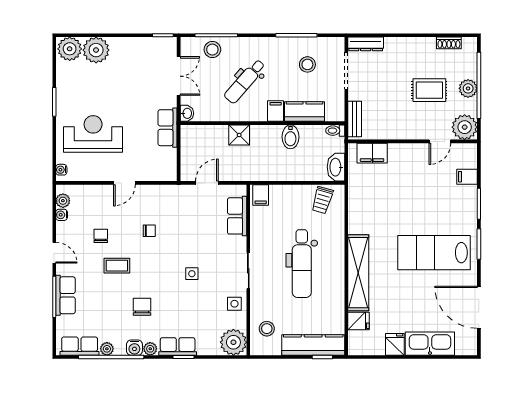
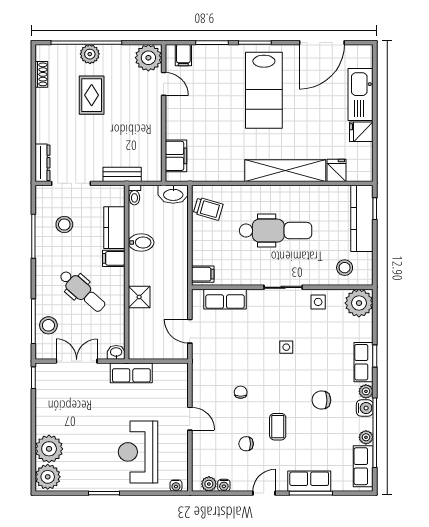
plant: (465, 127) -> (148, 58), moved
wall: (413, 141) -> (164, 113), moved
door: (440, 141) -> (164, 84), moved
filing cabinet: (372, 153) -> (176, 156), moved

